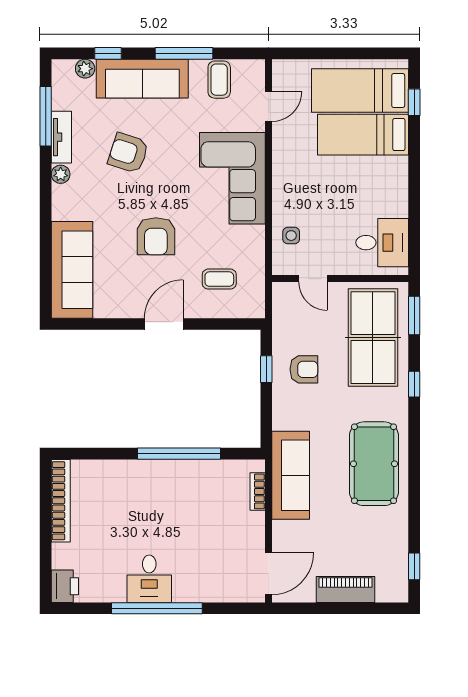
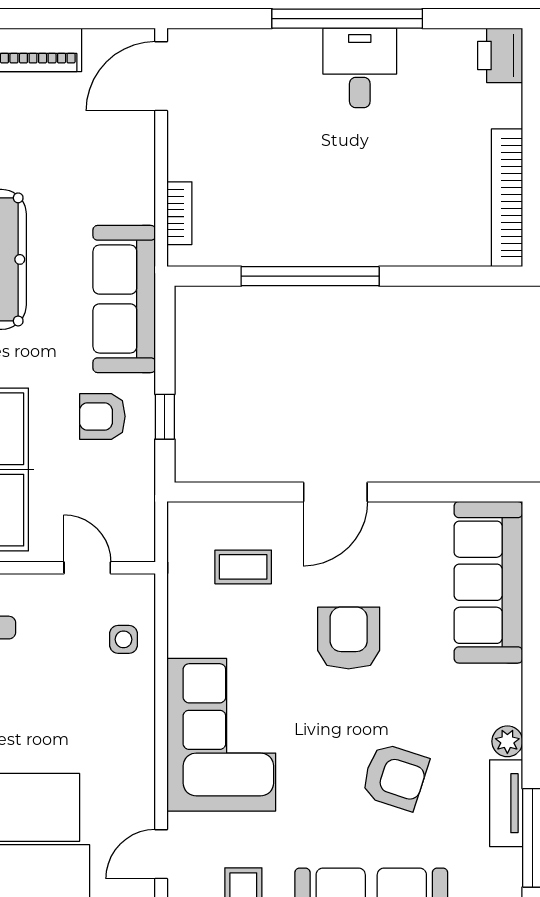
sofa: (291, 475) -> (124, 299), moved

